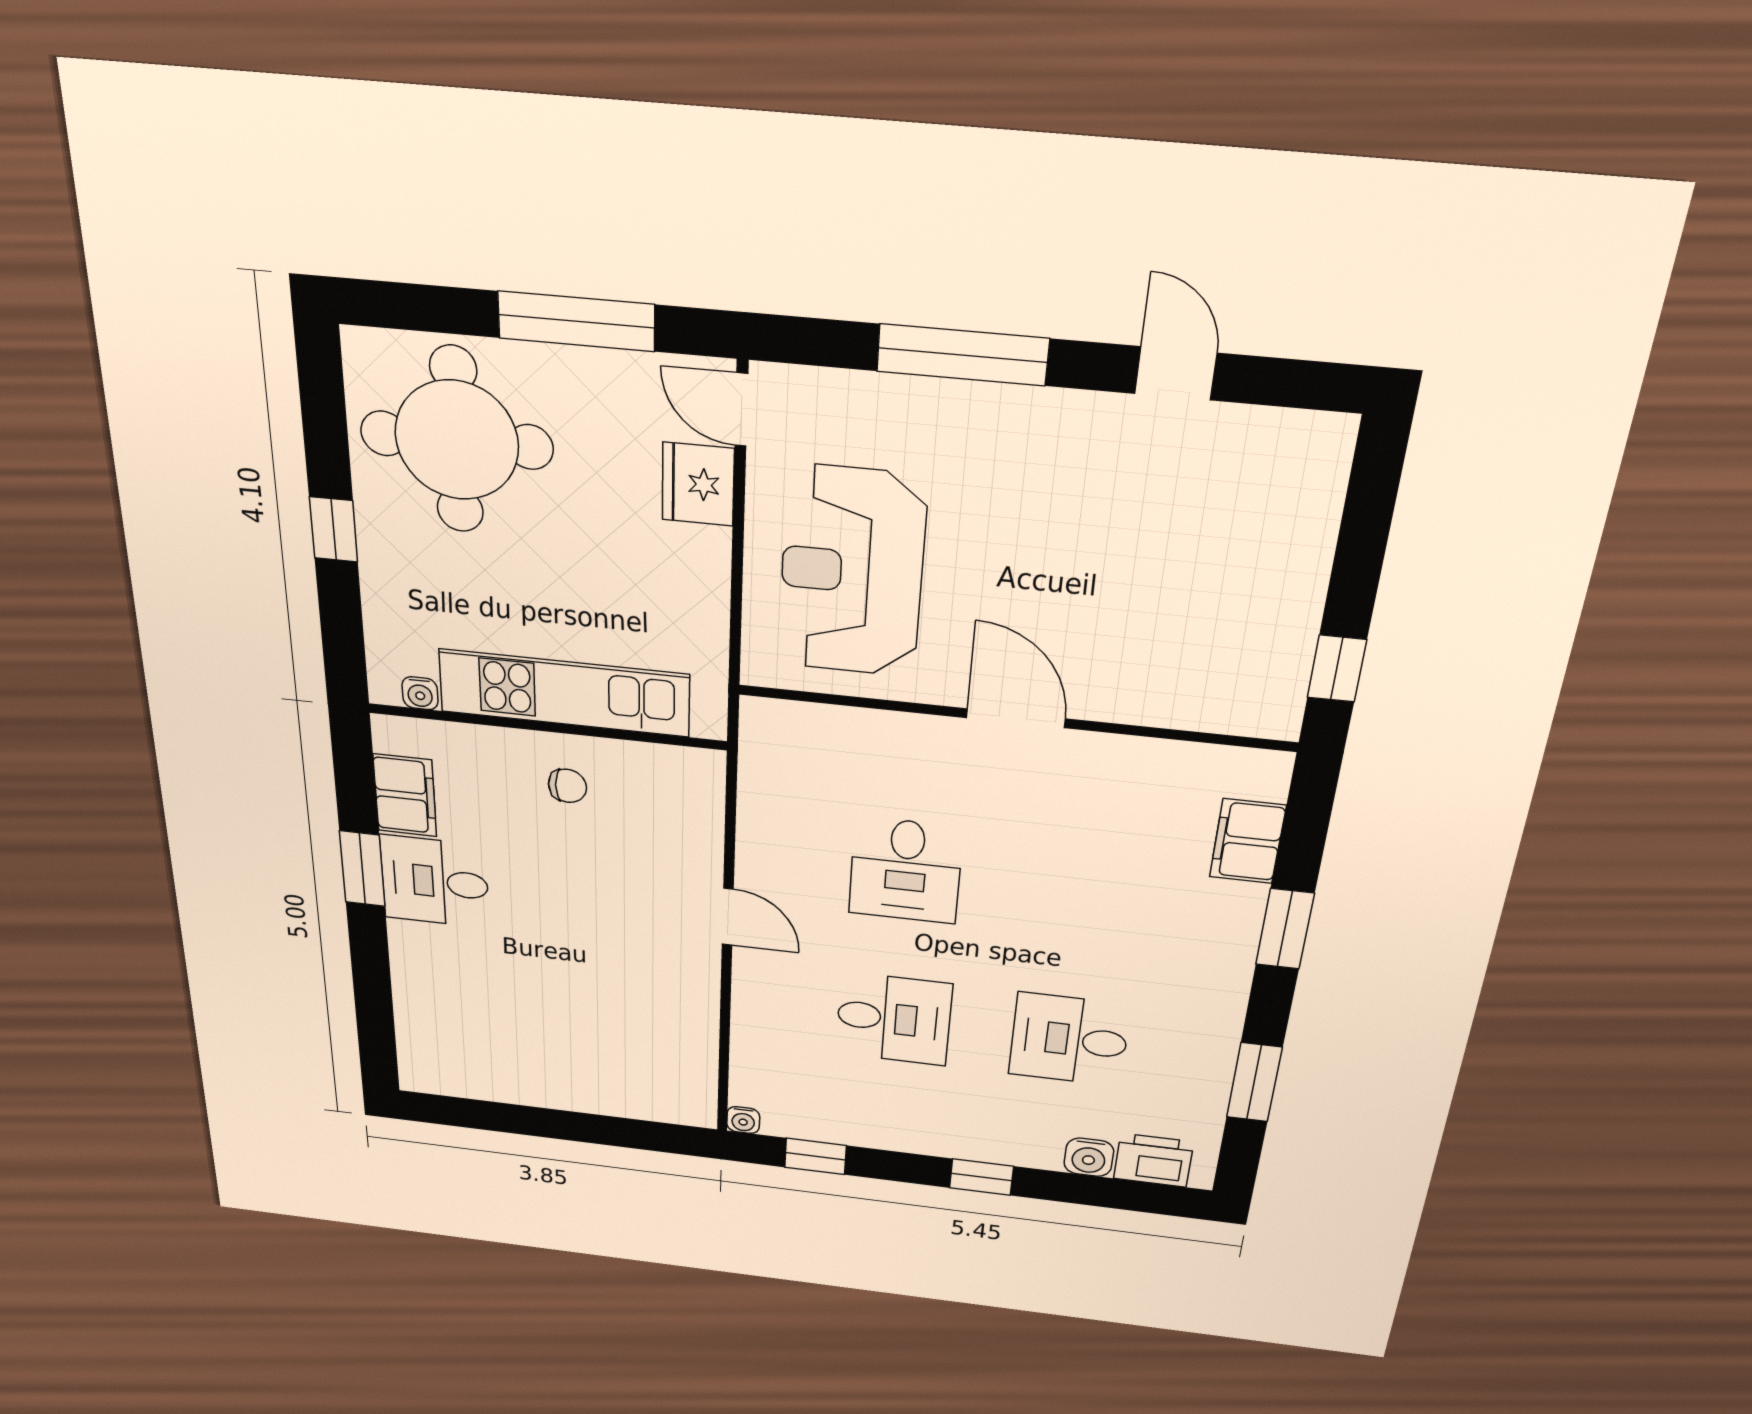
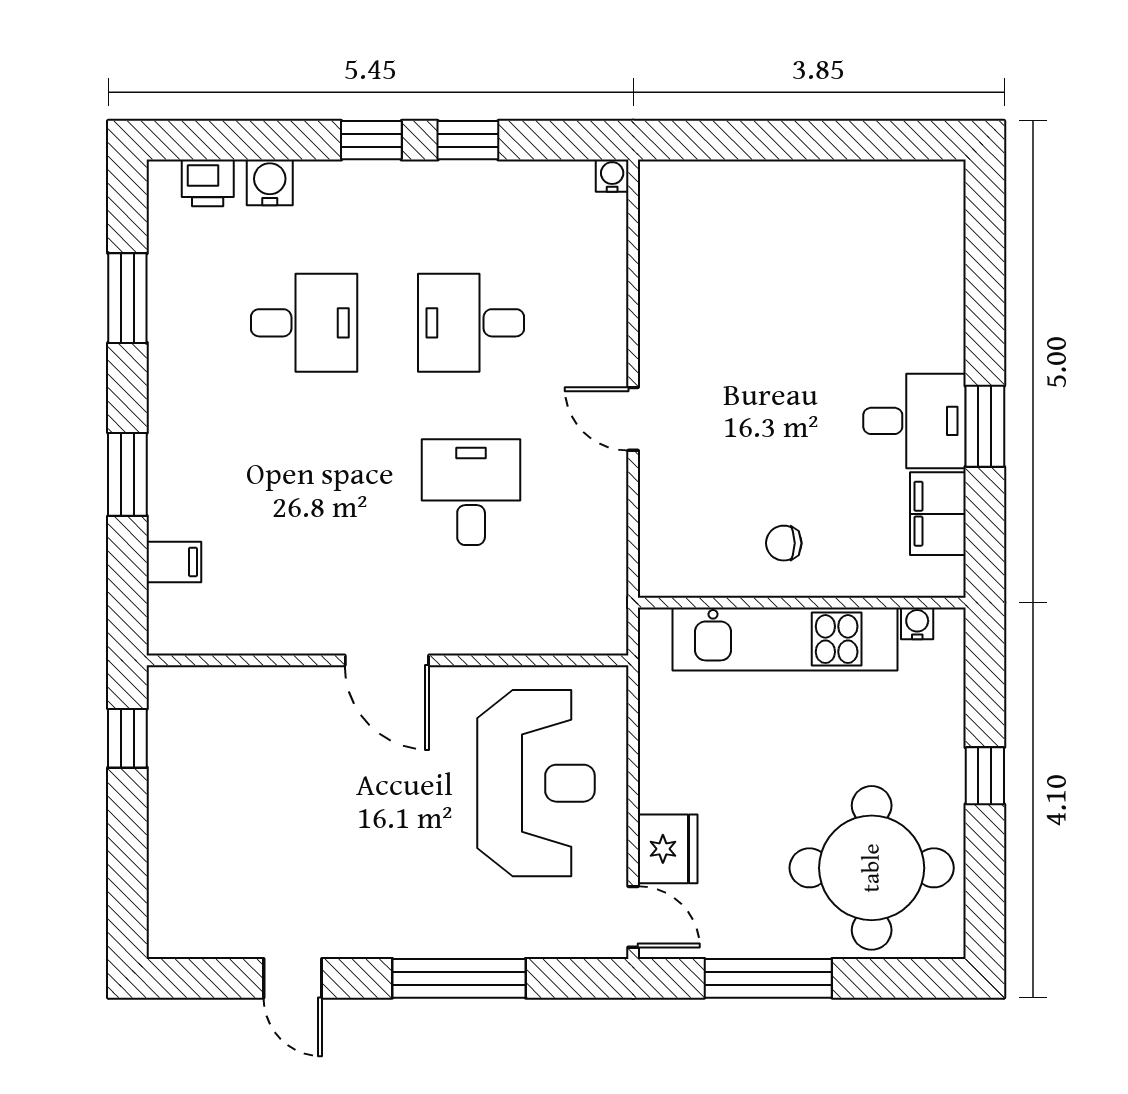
filing cabinet: (1248, 841) -> (174, 562), width x0.50
window: (815, 1156) -> (468, 140), moved
printer: (1153, 1160) -> (208, 183), width x0.73, depth x0.81

